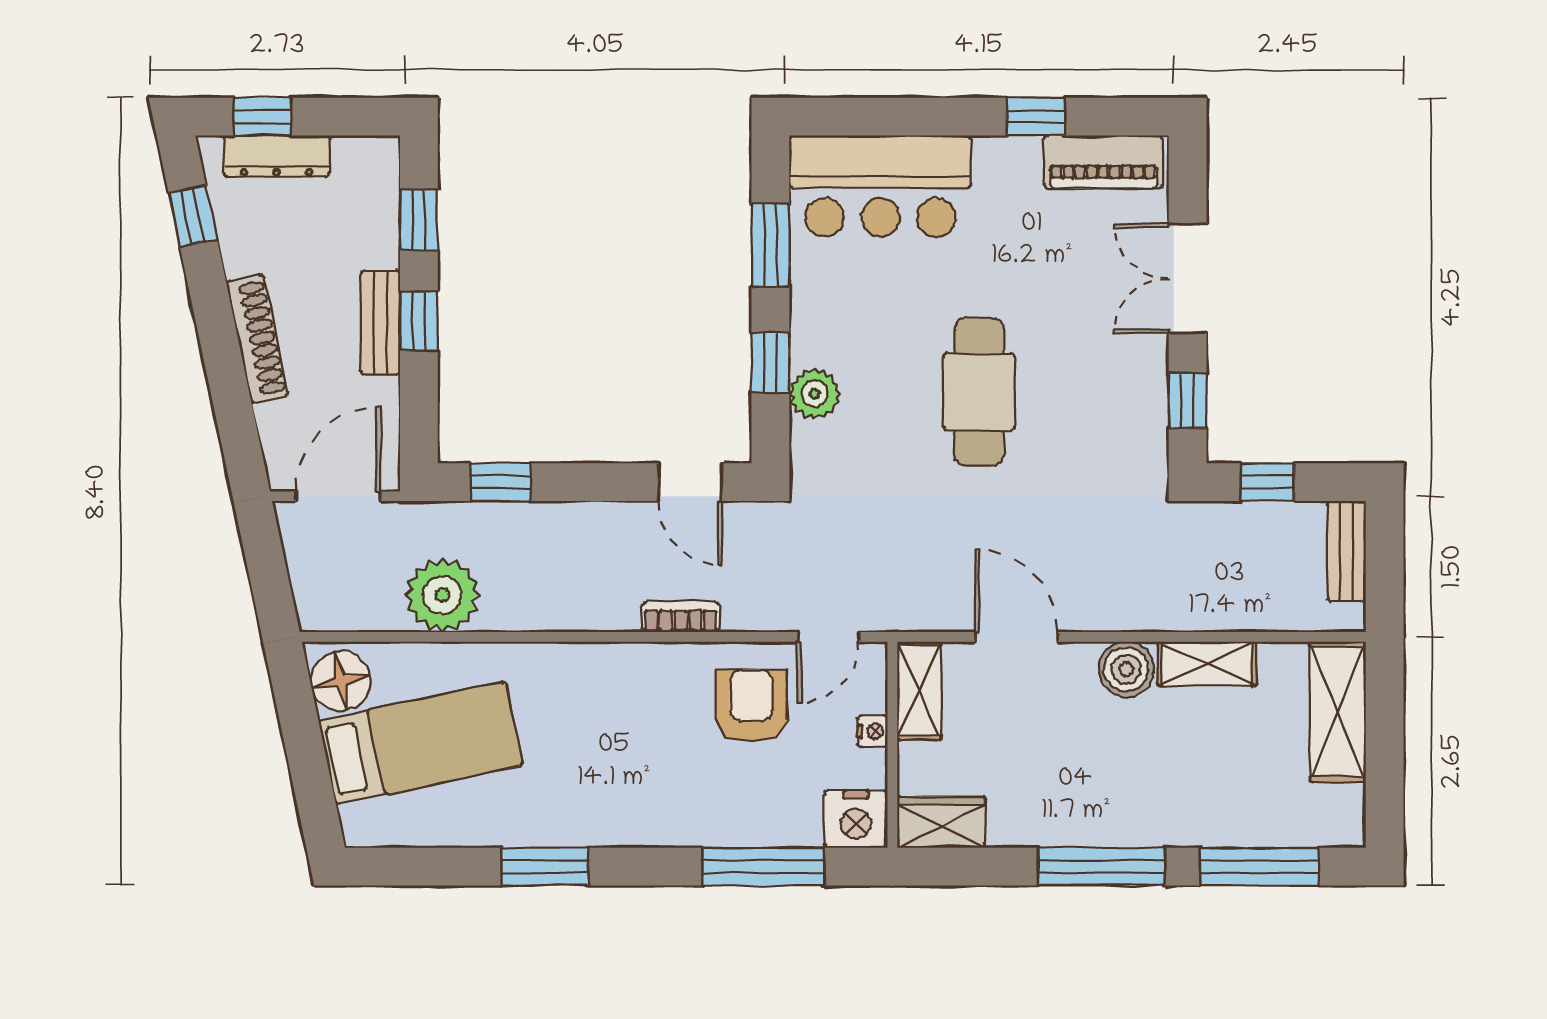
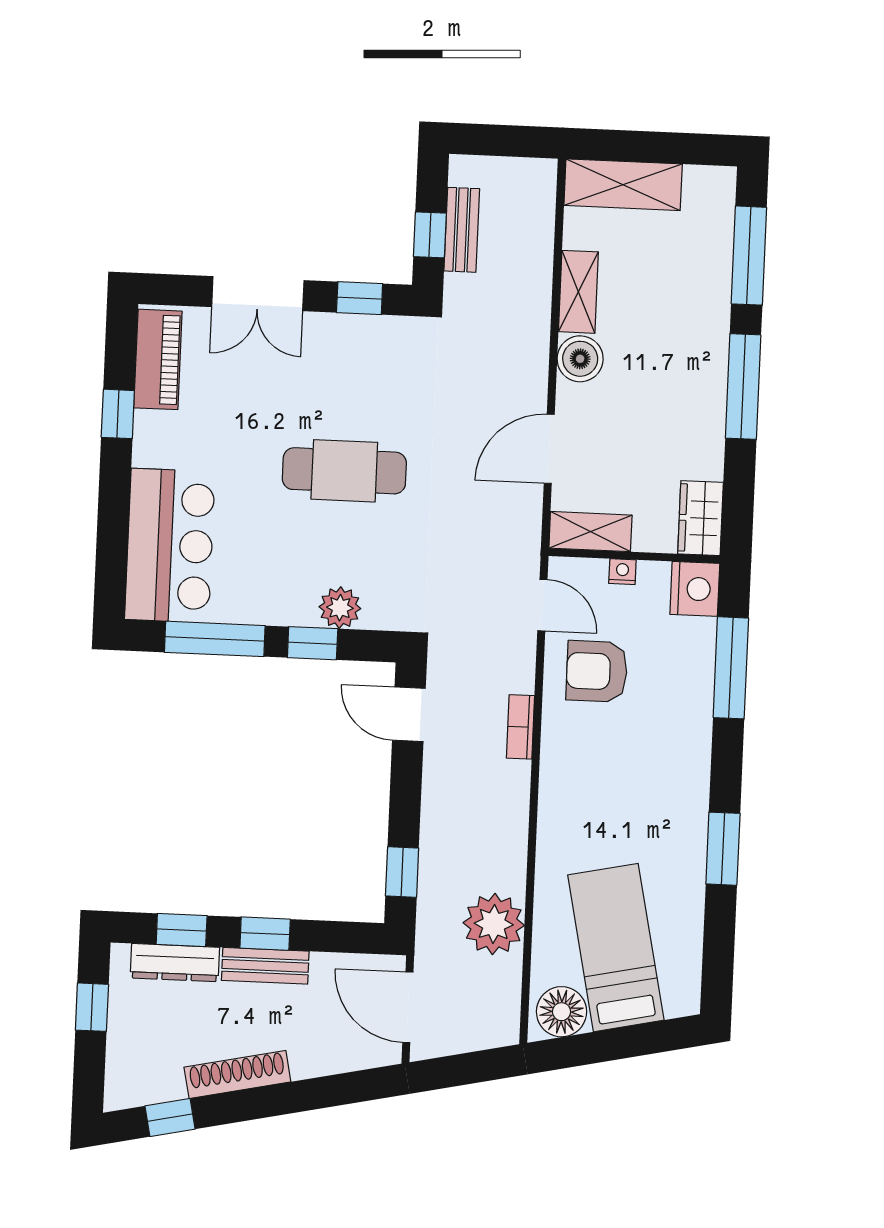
window: (262, 117) -> (92, 1007), moved
dresser: (277, 156) -> (175, 963), moved, turned 90
window: (770, 245) -> (215, 639), width x1.44
shoe rack: (257, 339) -> (237, 1074), moved
door: (690, 482) -> (409, 714), swing flipped
bench: (1347, 551) -> (462, 230), moved, turned 90

